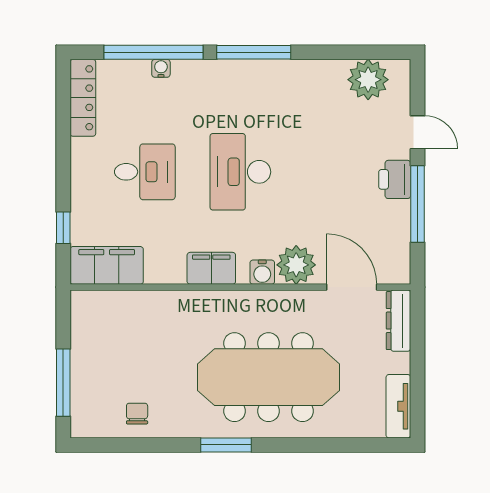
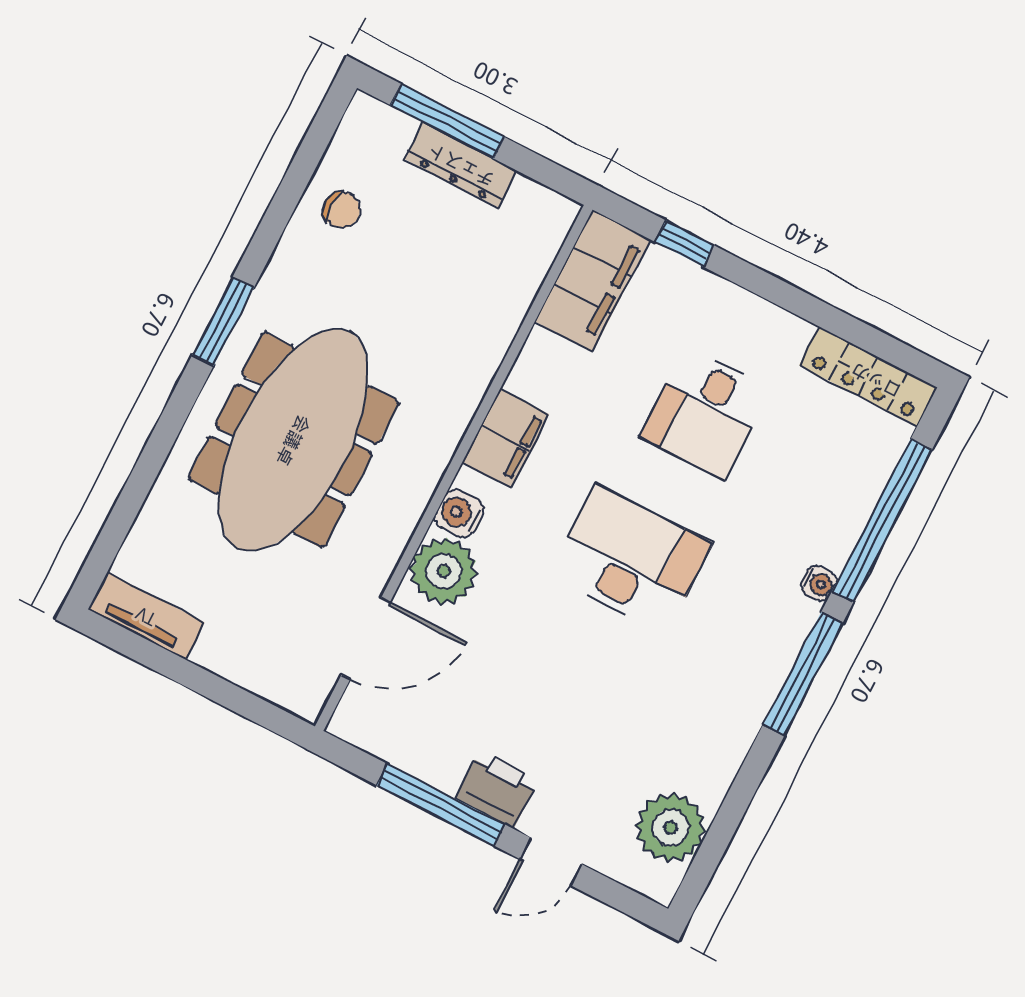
water cooler: (161, 68) -> (819, 583), moved
dresser: (399, 321) -> (461, 165), moved, turned 180

